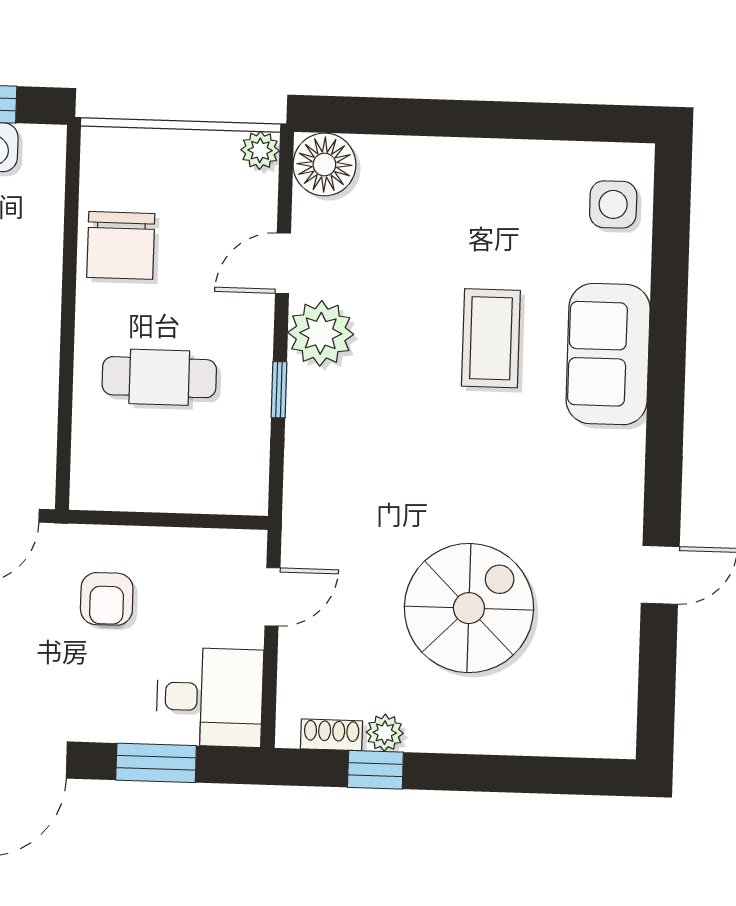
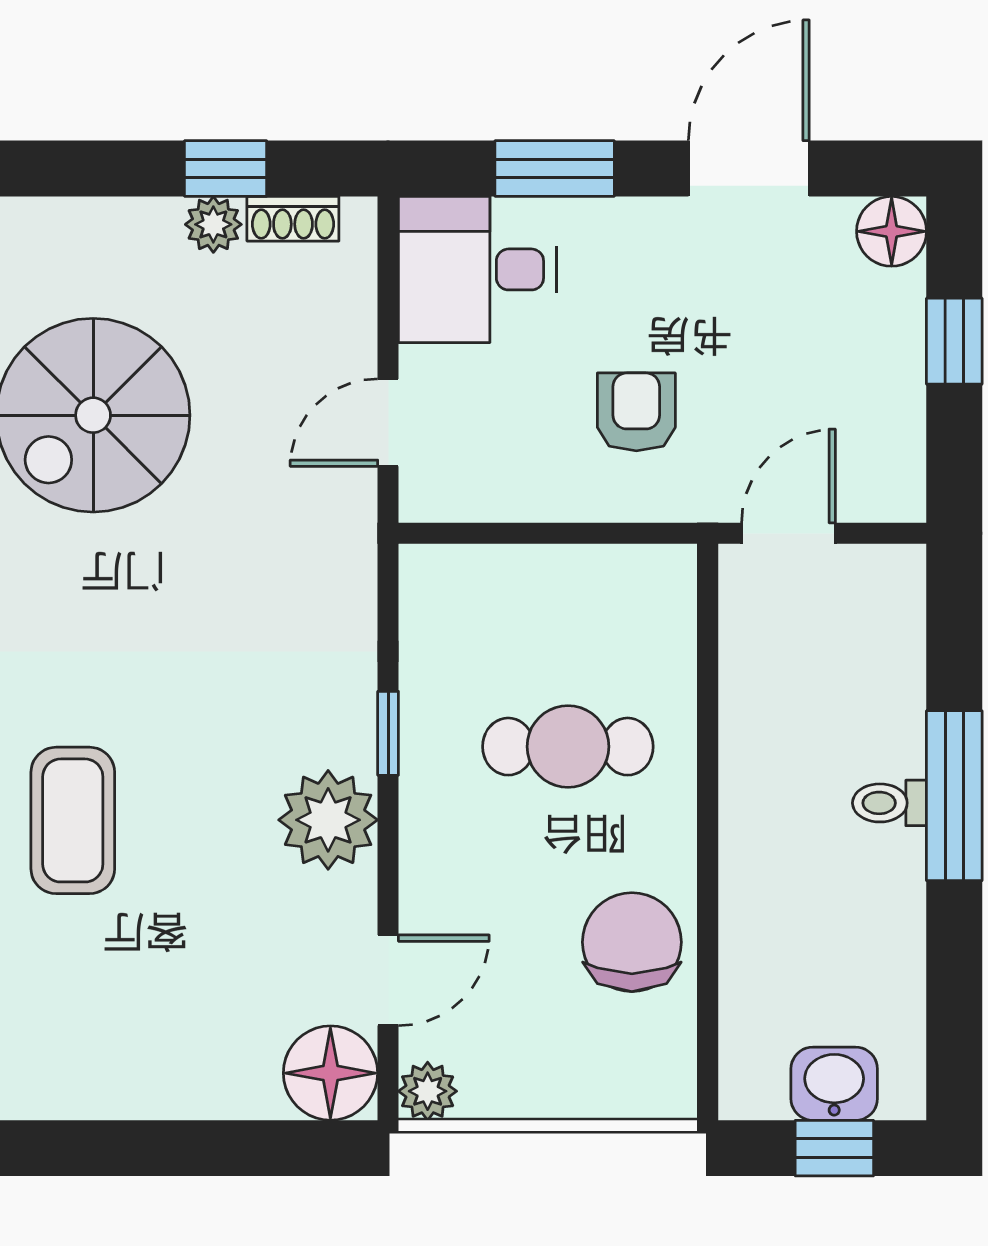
door: (283, 263) -> (388, 980), moved

